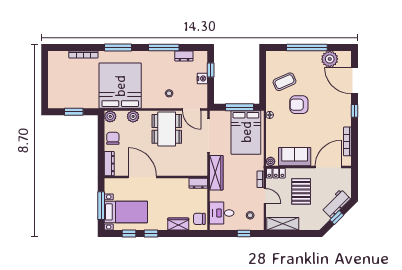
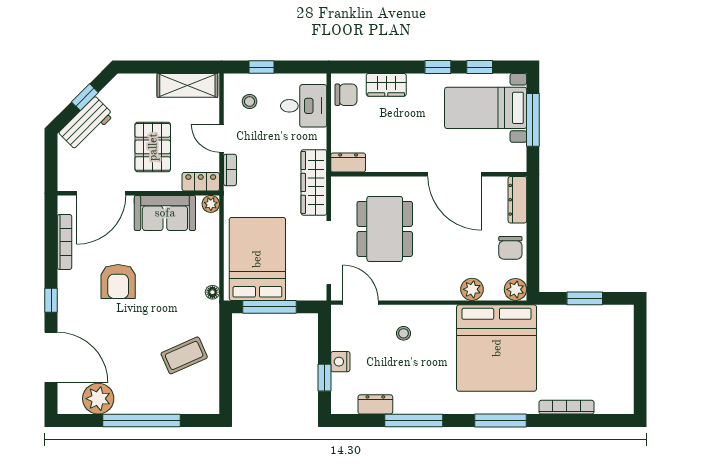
armchair: (299, 105) -> (118, 282), moved, turned 90
dining table: (167, 129) -> (385, 229), moved

